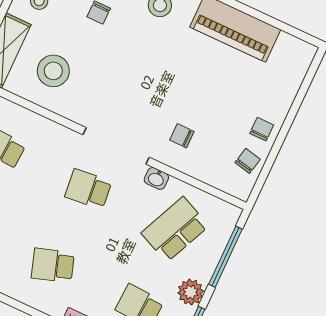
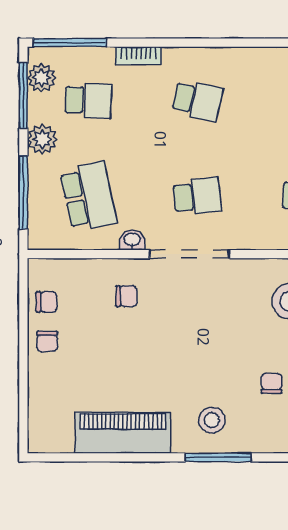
chair: (248, 161) -> (47, 302), turned -102
school desk: (175, 229) -> (88, 196), turned -36
school desk: (53, 265) -> (197, 100), turned 30

